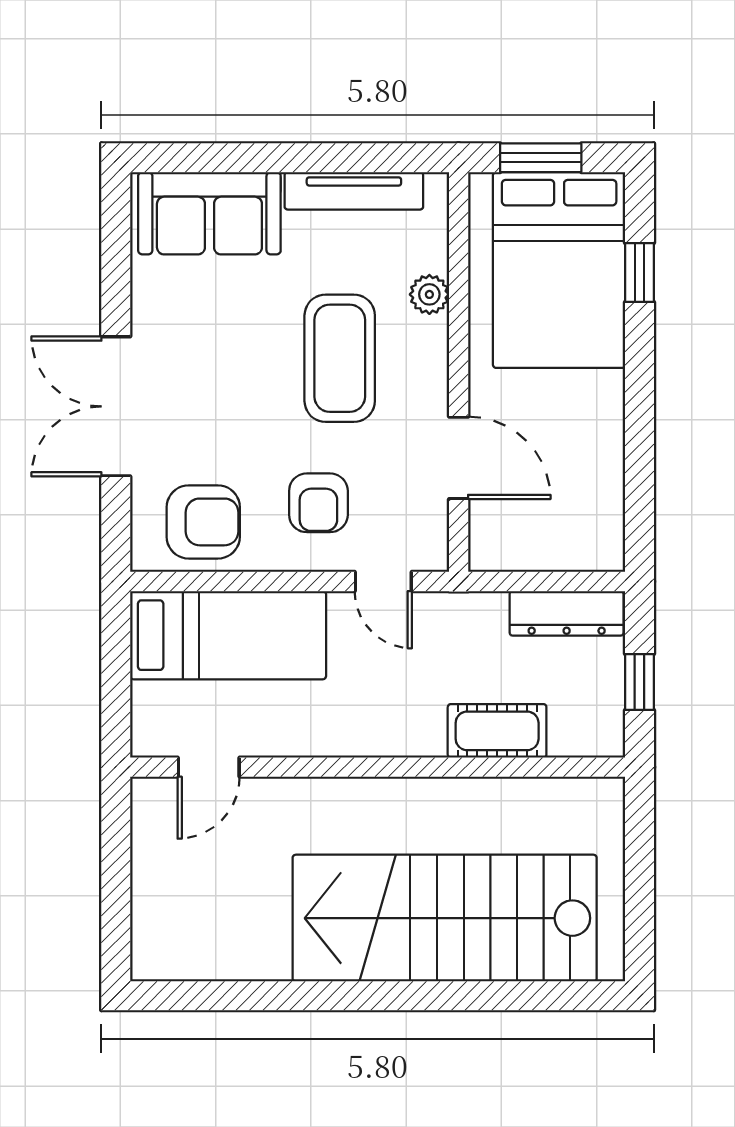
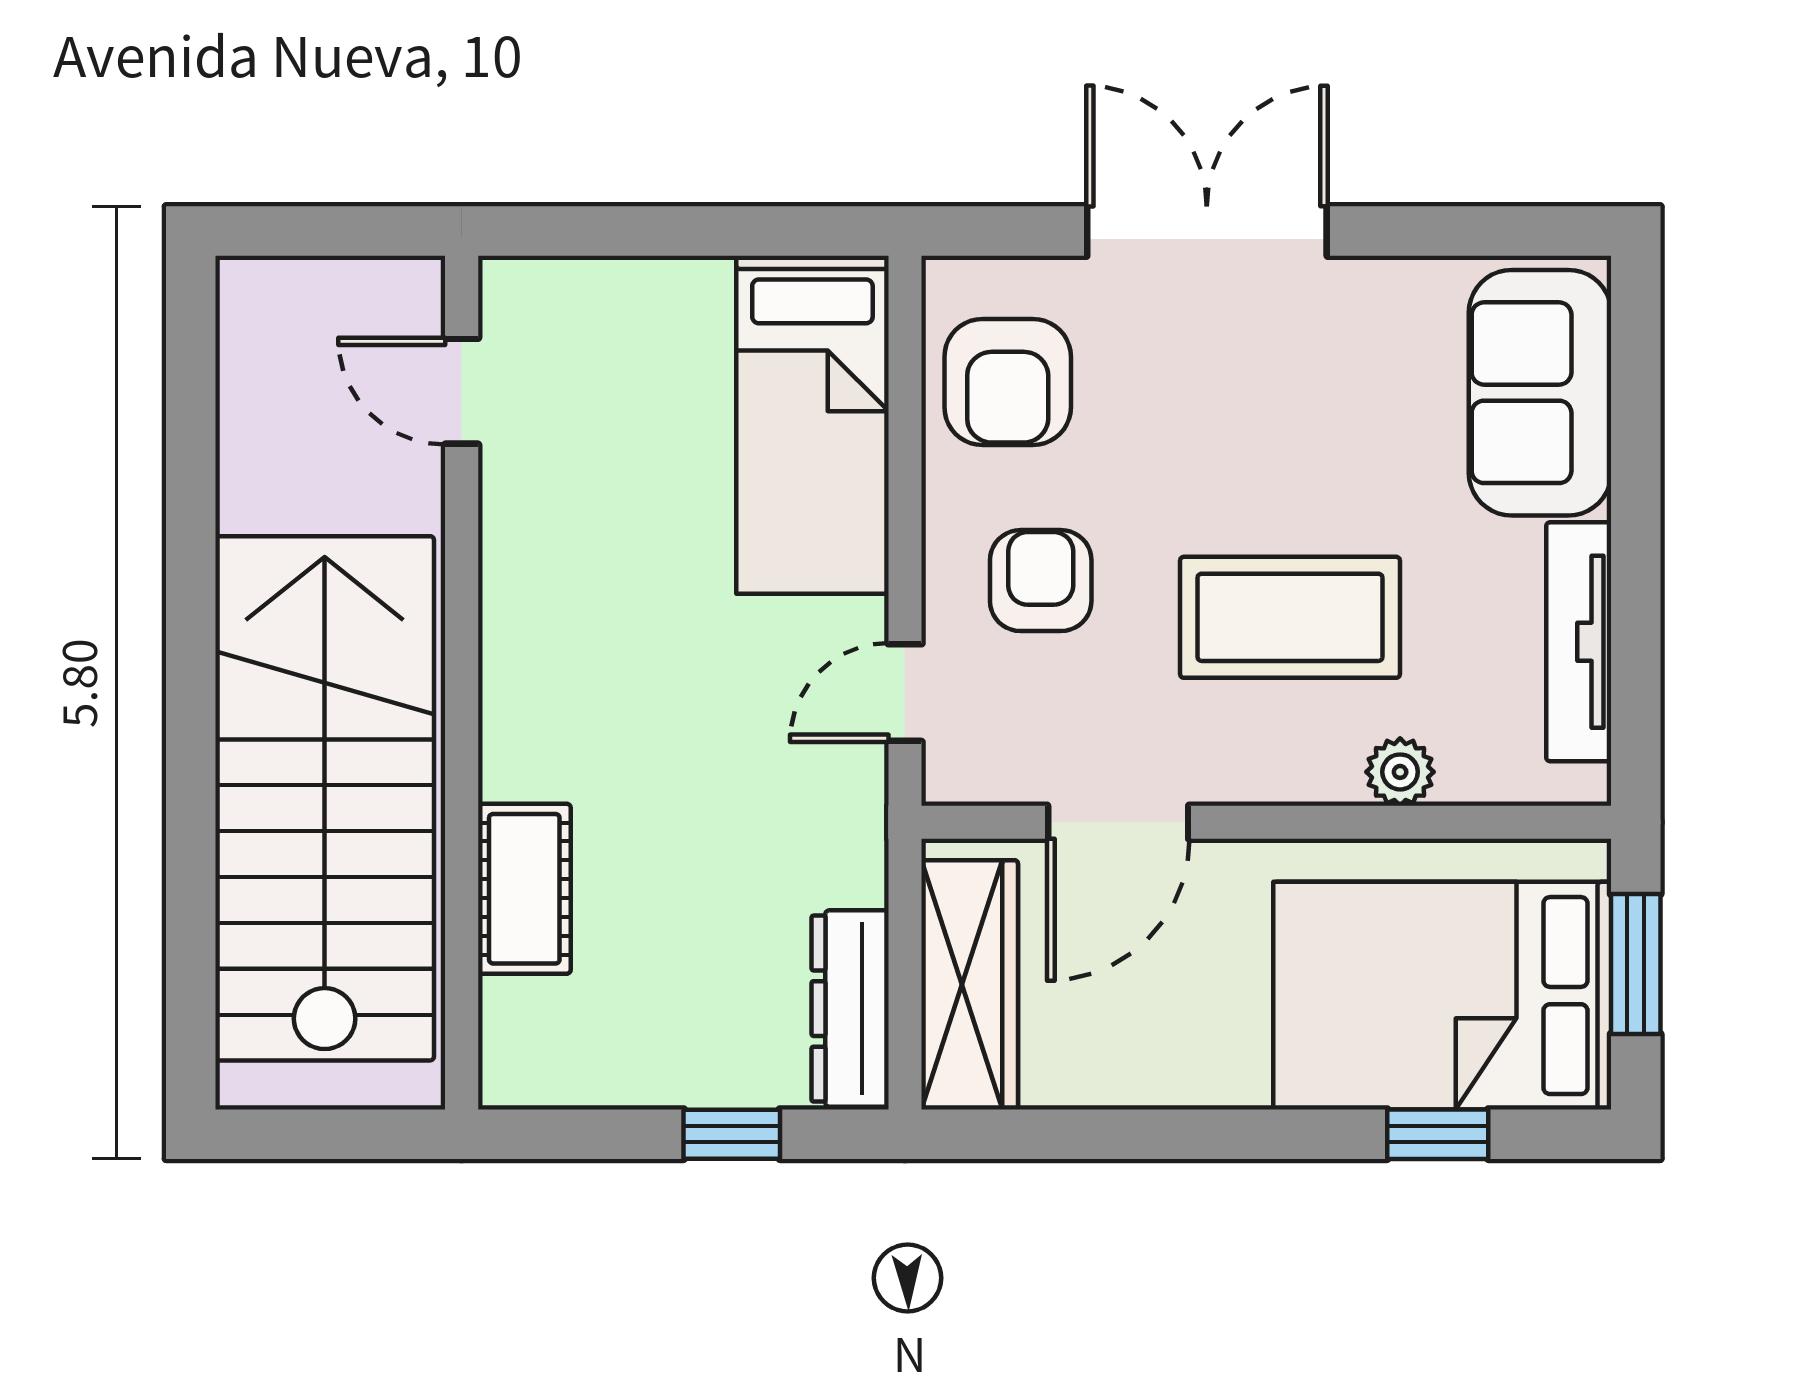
armchair: (318, 503) -> (1041, 581), turned 90
wardrobe: (553, 544) -> (970, 985), added
cot: (497, 731) -> (524, 889), moved
door: (209, 767) -> (462, 391), moved
wall: (378, 767) -> (462, 683), moved

